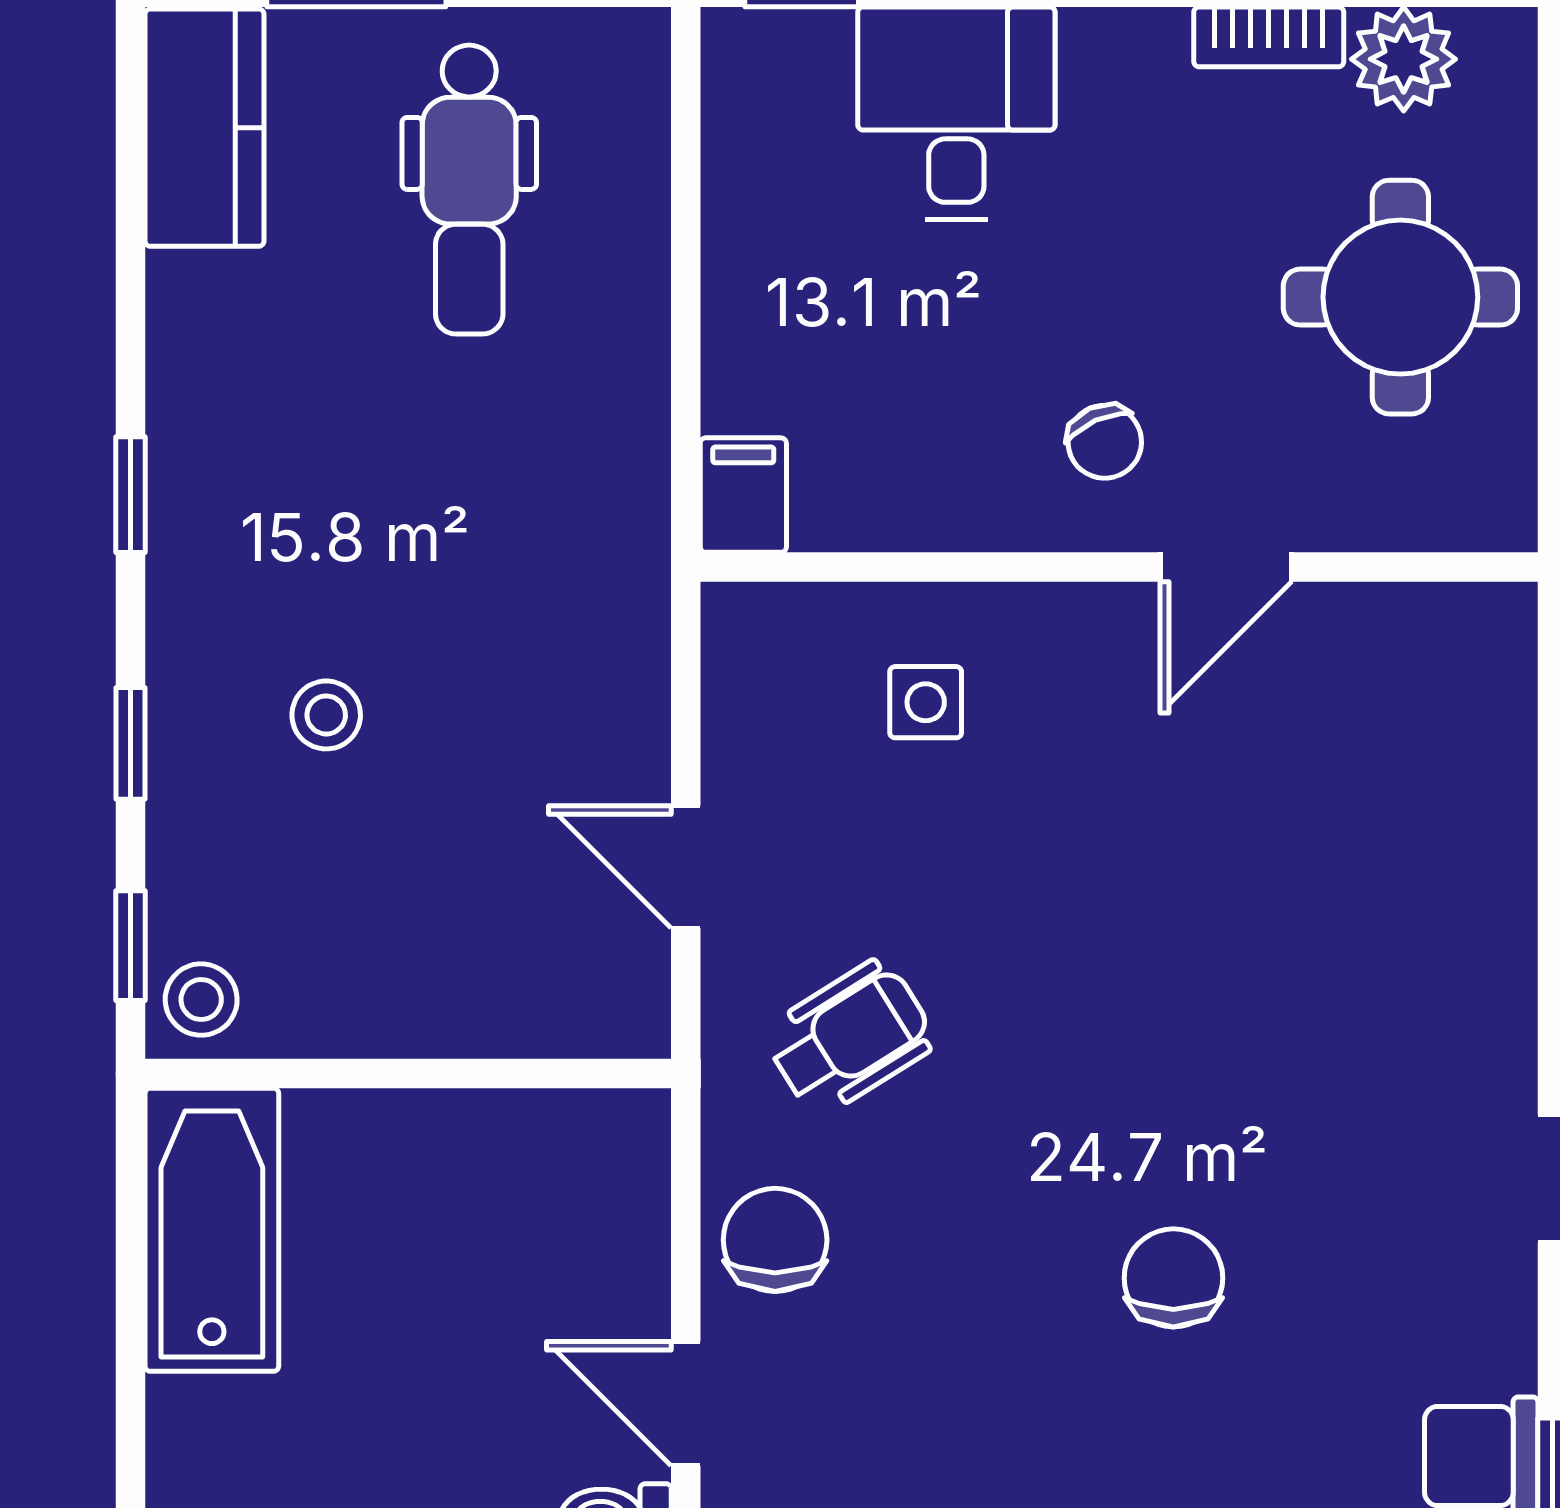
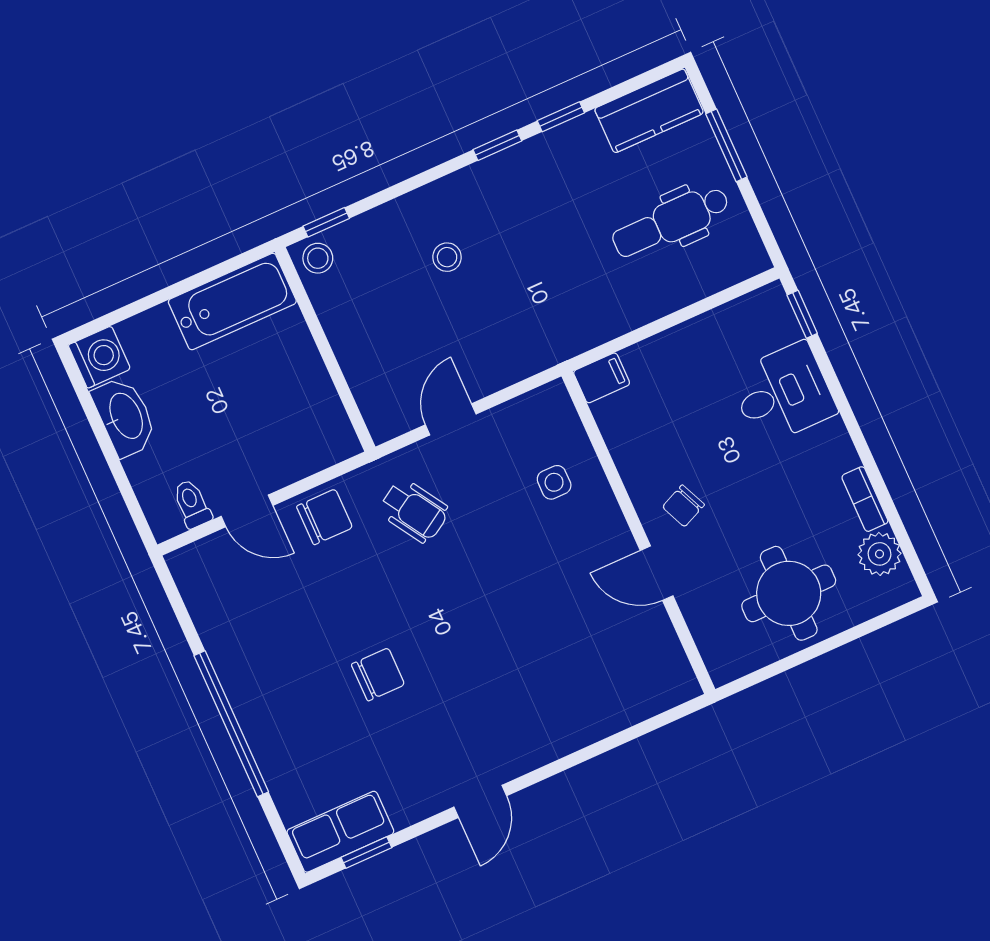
window: (131, 743) -> (561, 117), moved
door: (686, 1404) -> (247, 511), swing flipped

